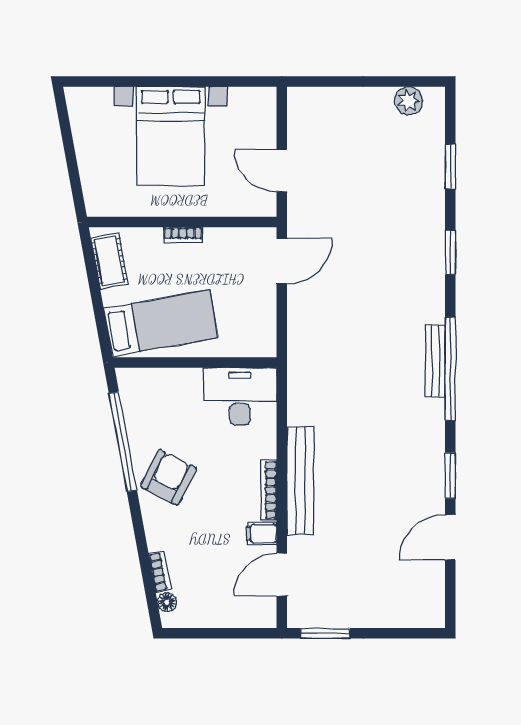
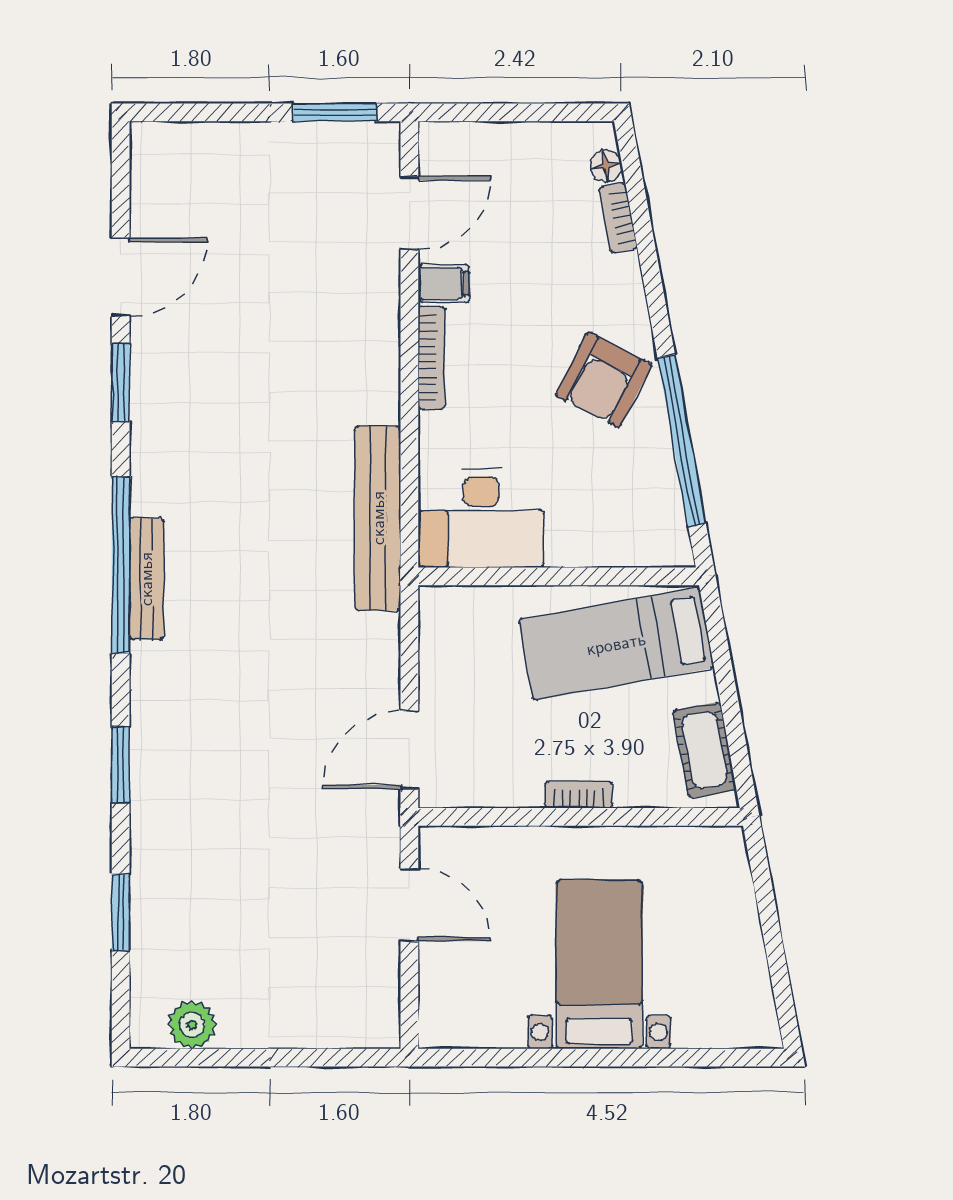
bed with nightstands: (171, 136) -> (599, 964), width x0.73
bench: (300, 480) -> (378, 518), moved

